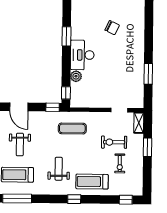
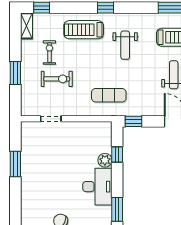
window: (66, 93) -> (117, 155), moved
shelving: (139, 123) -> (26, 26), moved
treadmill: (92, 182) -> (84, 30), turned 180

